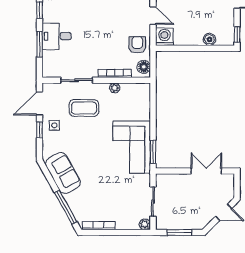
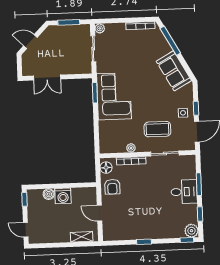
washing machine: (164, 37) -> (63, 196), moved

